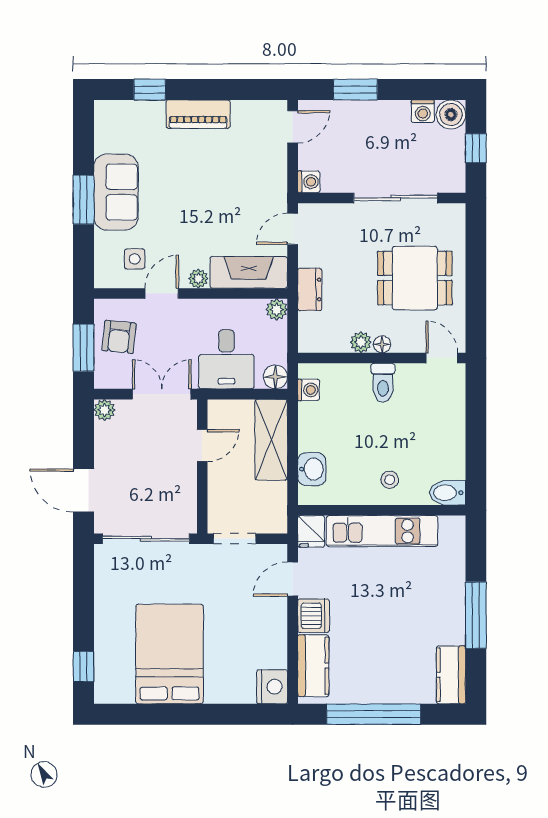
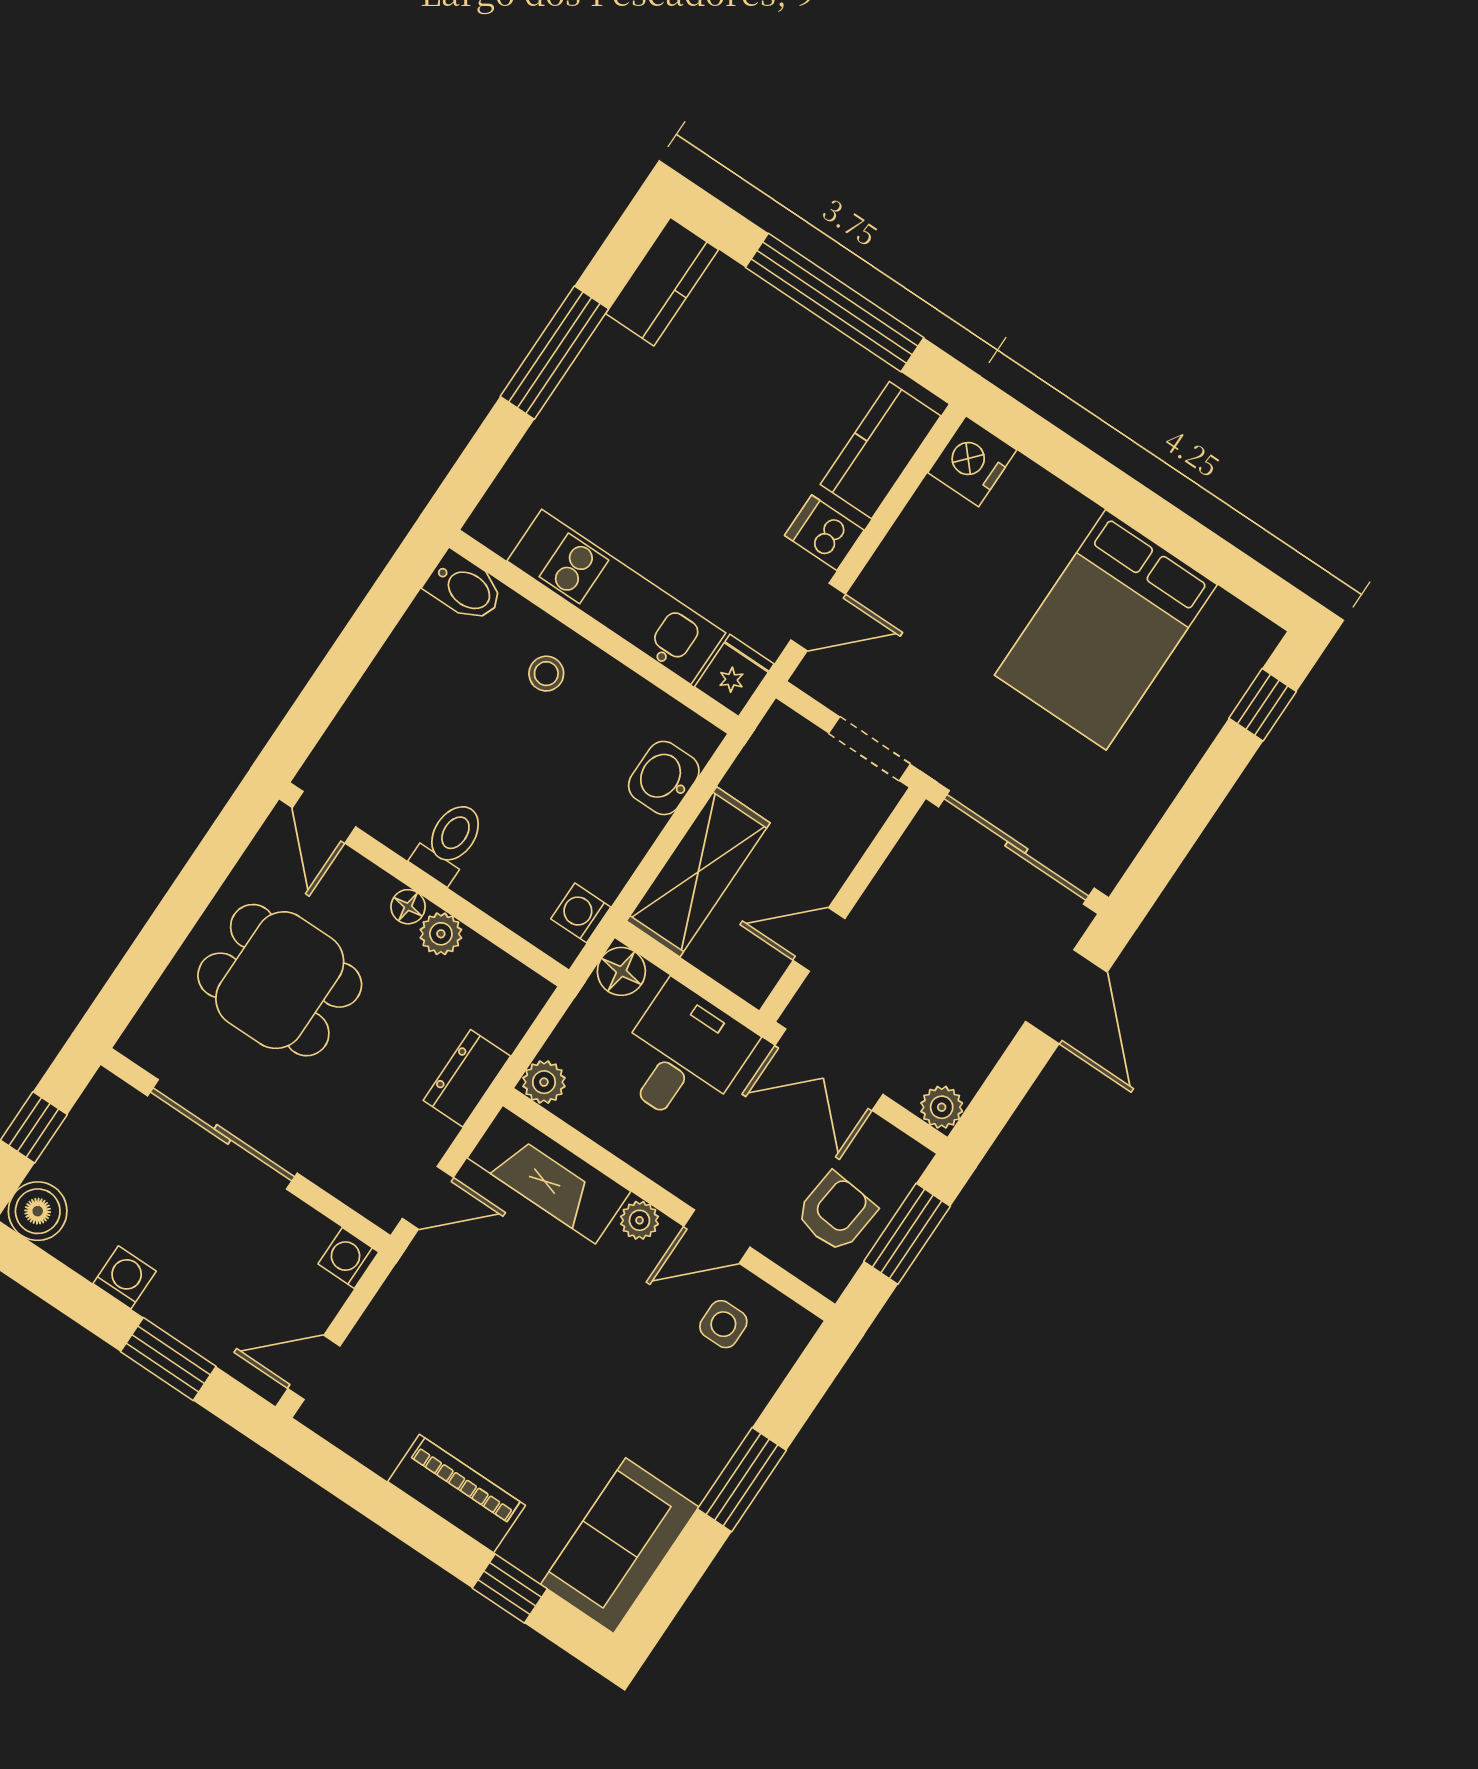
washing machine: (423, 111) -> (125, 1277), moved
sofa: (116, 192) -> (620, 1546), moved
dishwasher: (314, 616) -> (824, 533), width x0.73

